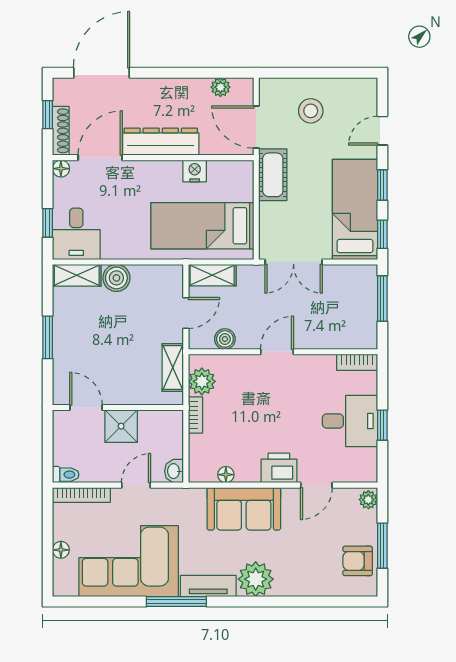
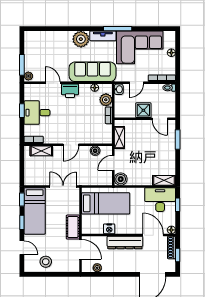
stool: (311, 111) -> (46, 262), moved
door: (382, 131) -> (22, 248), hinge flipped
door: (100, 158) -> (153, 235), swing flipped
desk: (76, 234) -> (160, 200), width x1.37
shelving: (212, 275) -> (41, 151), moved
boiler: (116, 278) -> (121, 179), moved
window: (382, 298) -> (22, 170), removed
window: (48, 337) -> (178, 139), moved
plant: (202, 381) -> (106, 100), moved
door: (316, 485) -> (53, 83), hinge flipped
sofa: (244, 509) -> (92, 72), width x1.36
window: (382, 546) -> (22, 65), moved
armchair: (358, 561) -> (33, 48), removed

